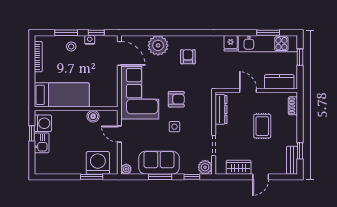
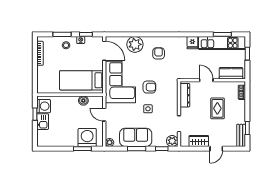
bed: (62, 95) -> (81, 80), moved, turned 180

